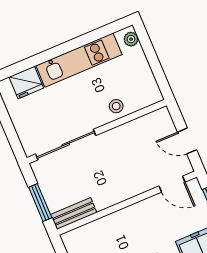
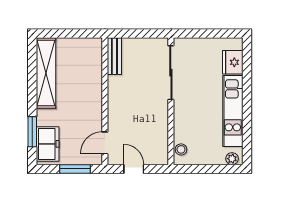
stool: (116, 106) -> (181, 149), moved
door: (187, 141) -> (134, 169), hinge flipped
window: (40, 202) -> (134, 34), removed

